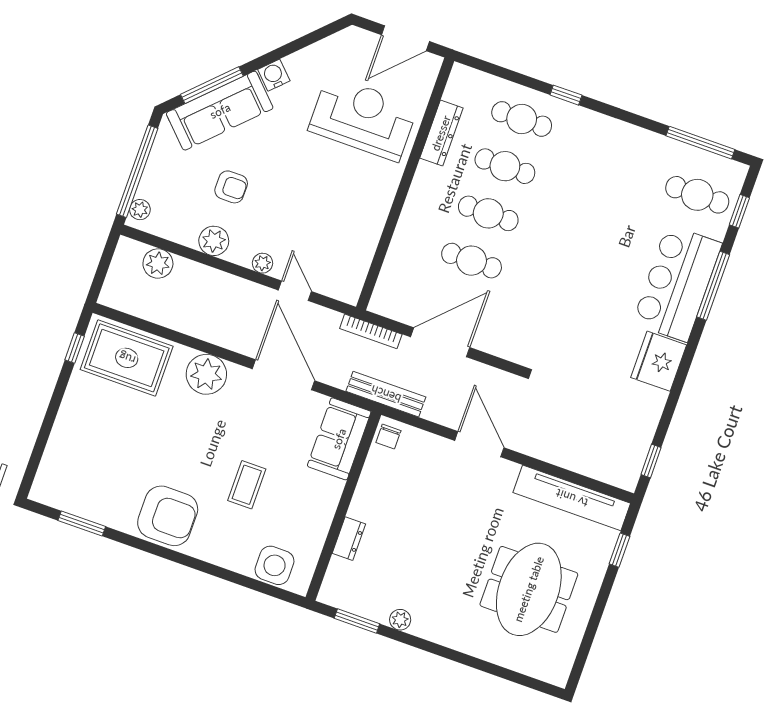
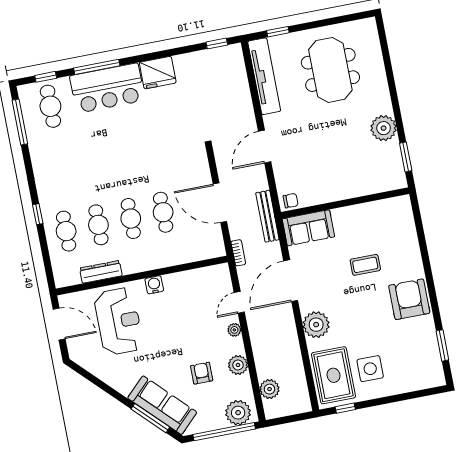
water cooler: (274, 75) -> (154, 285), moved, turned 135
reception desk: (363, 118) -> (119, 321), turned 180
plant: (140, 210) -> (238, 413), width x1.87, depth x1.87
bookcase: (371, 331) -> (238, 253), width x0.64
dresser: (349, 539) -> (362, 189), removed
side table: (275, 565) -> (370, 369), moved
meeting table: (529, 589) -> (330, 70), turned 90
plant: (400, 620) -> (384, 128), width x1.88, depth x1.88

